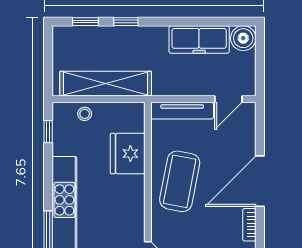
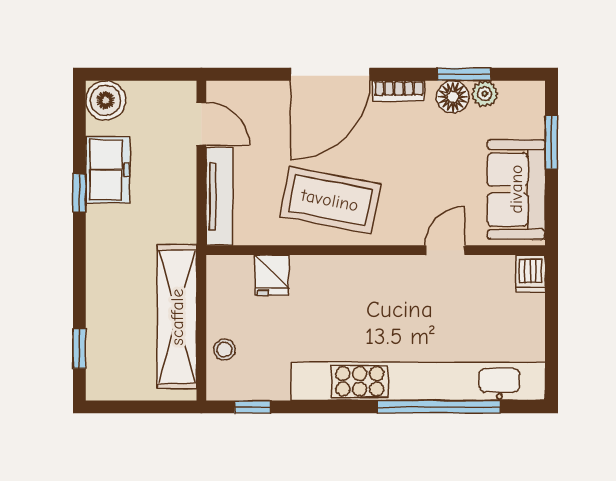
window: (126, 22) -> (79, 193), moved
freezer: (199, 39) -> (108, 170), width x0.71
fridge: (128, 154) -> (272, 275), width x0.53, depth x0.75
door: (260, 181) -> (330, 74), hinge flipped

